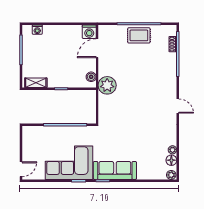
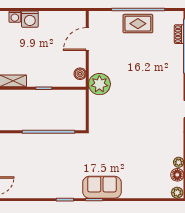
washing machine: (89, 32) -> (30, 19), moved
corner sofa: (69, 163) -> (53, 178), removed
sofa: (115, 170) -> (102, 187), width x0.73

